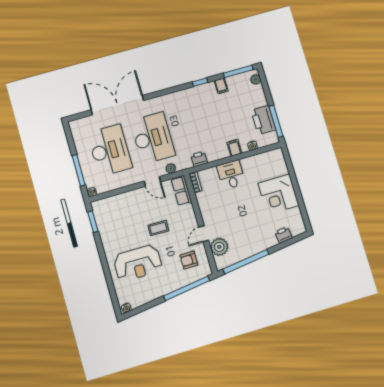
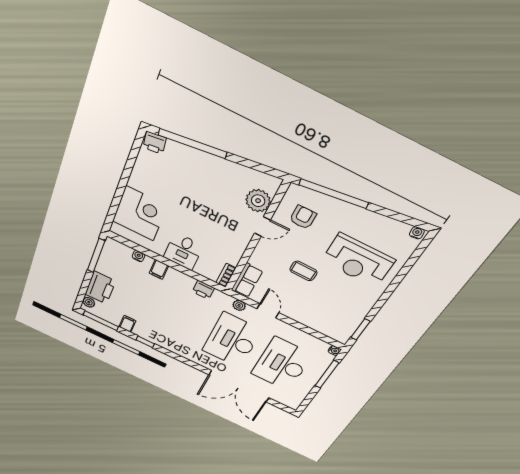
printer: (263, 120) -> (100, 288), moved
corner desk: (278, 194) -> (140, 214), moved
printer: (283, 235) -> (155, 143), moved
armchair: (189, 260) -> (303, 217), turned -90
window: (246, 262) -> (192, 144), moved
reception desk: (138, 263) -> (358, 261), turned 180

